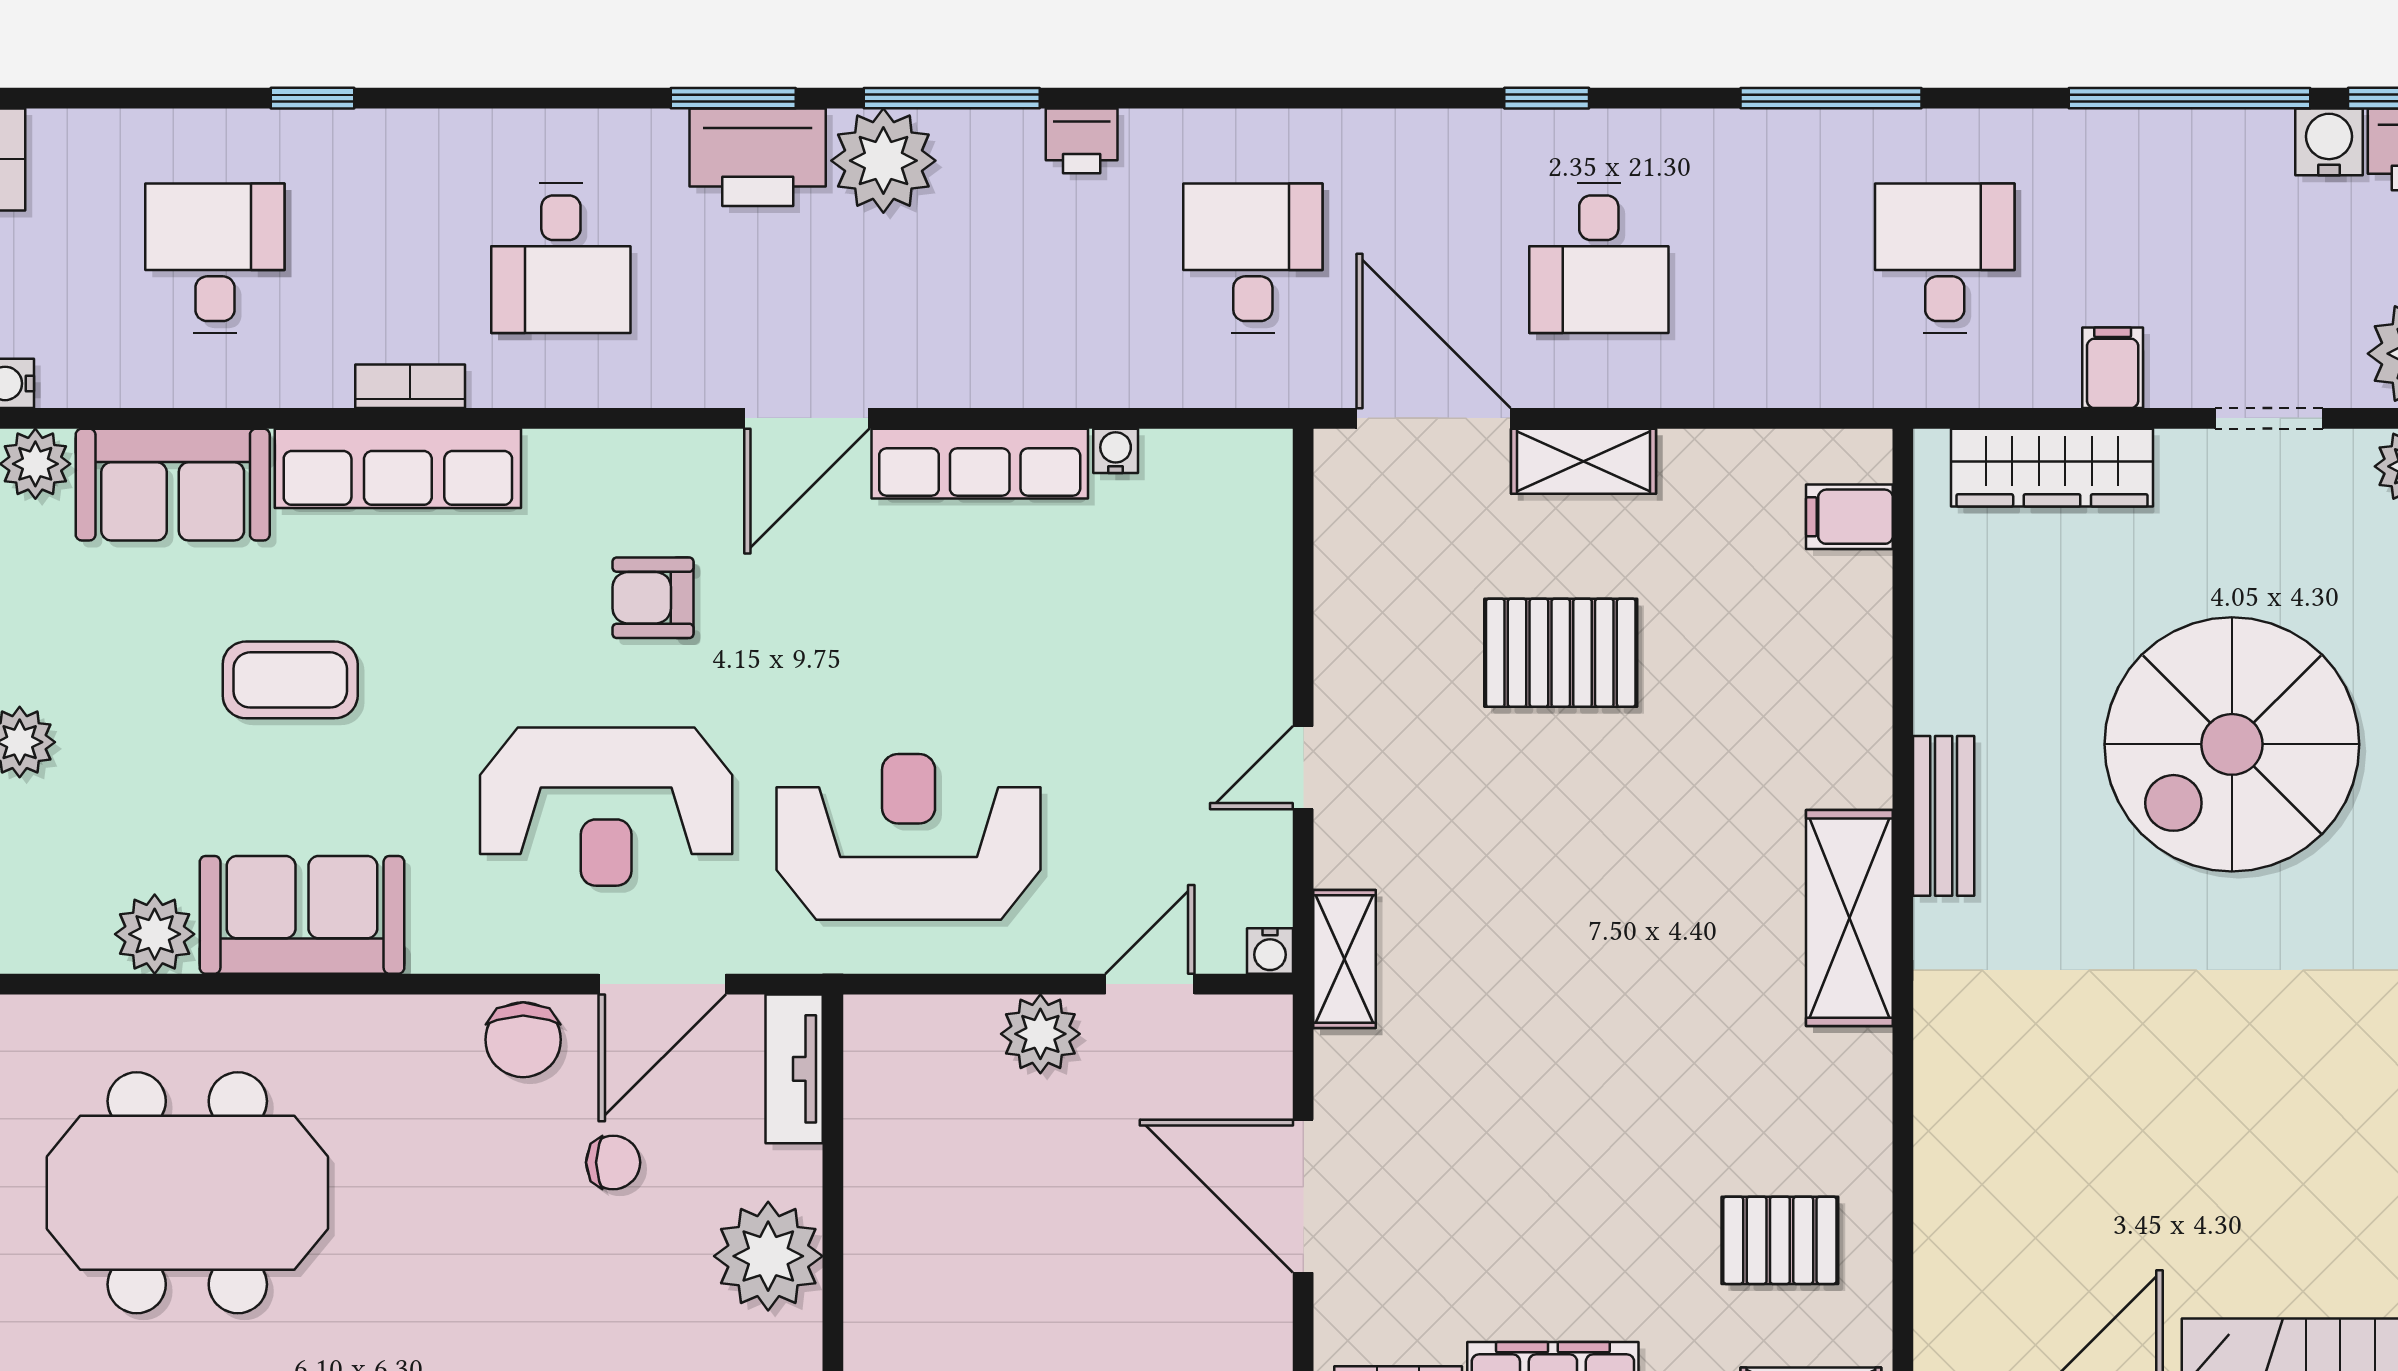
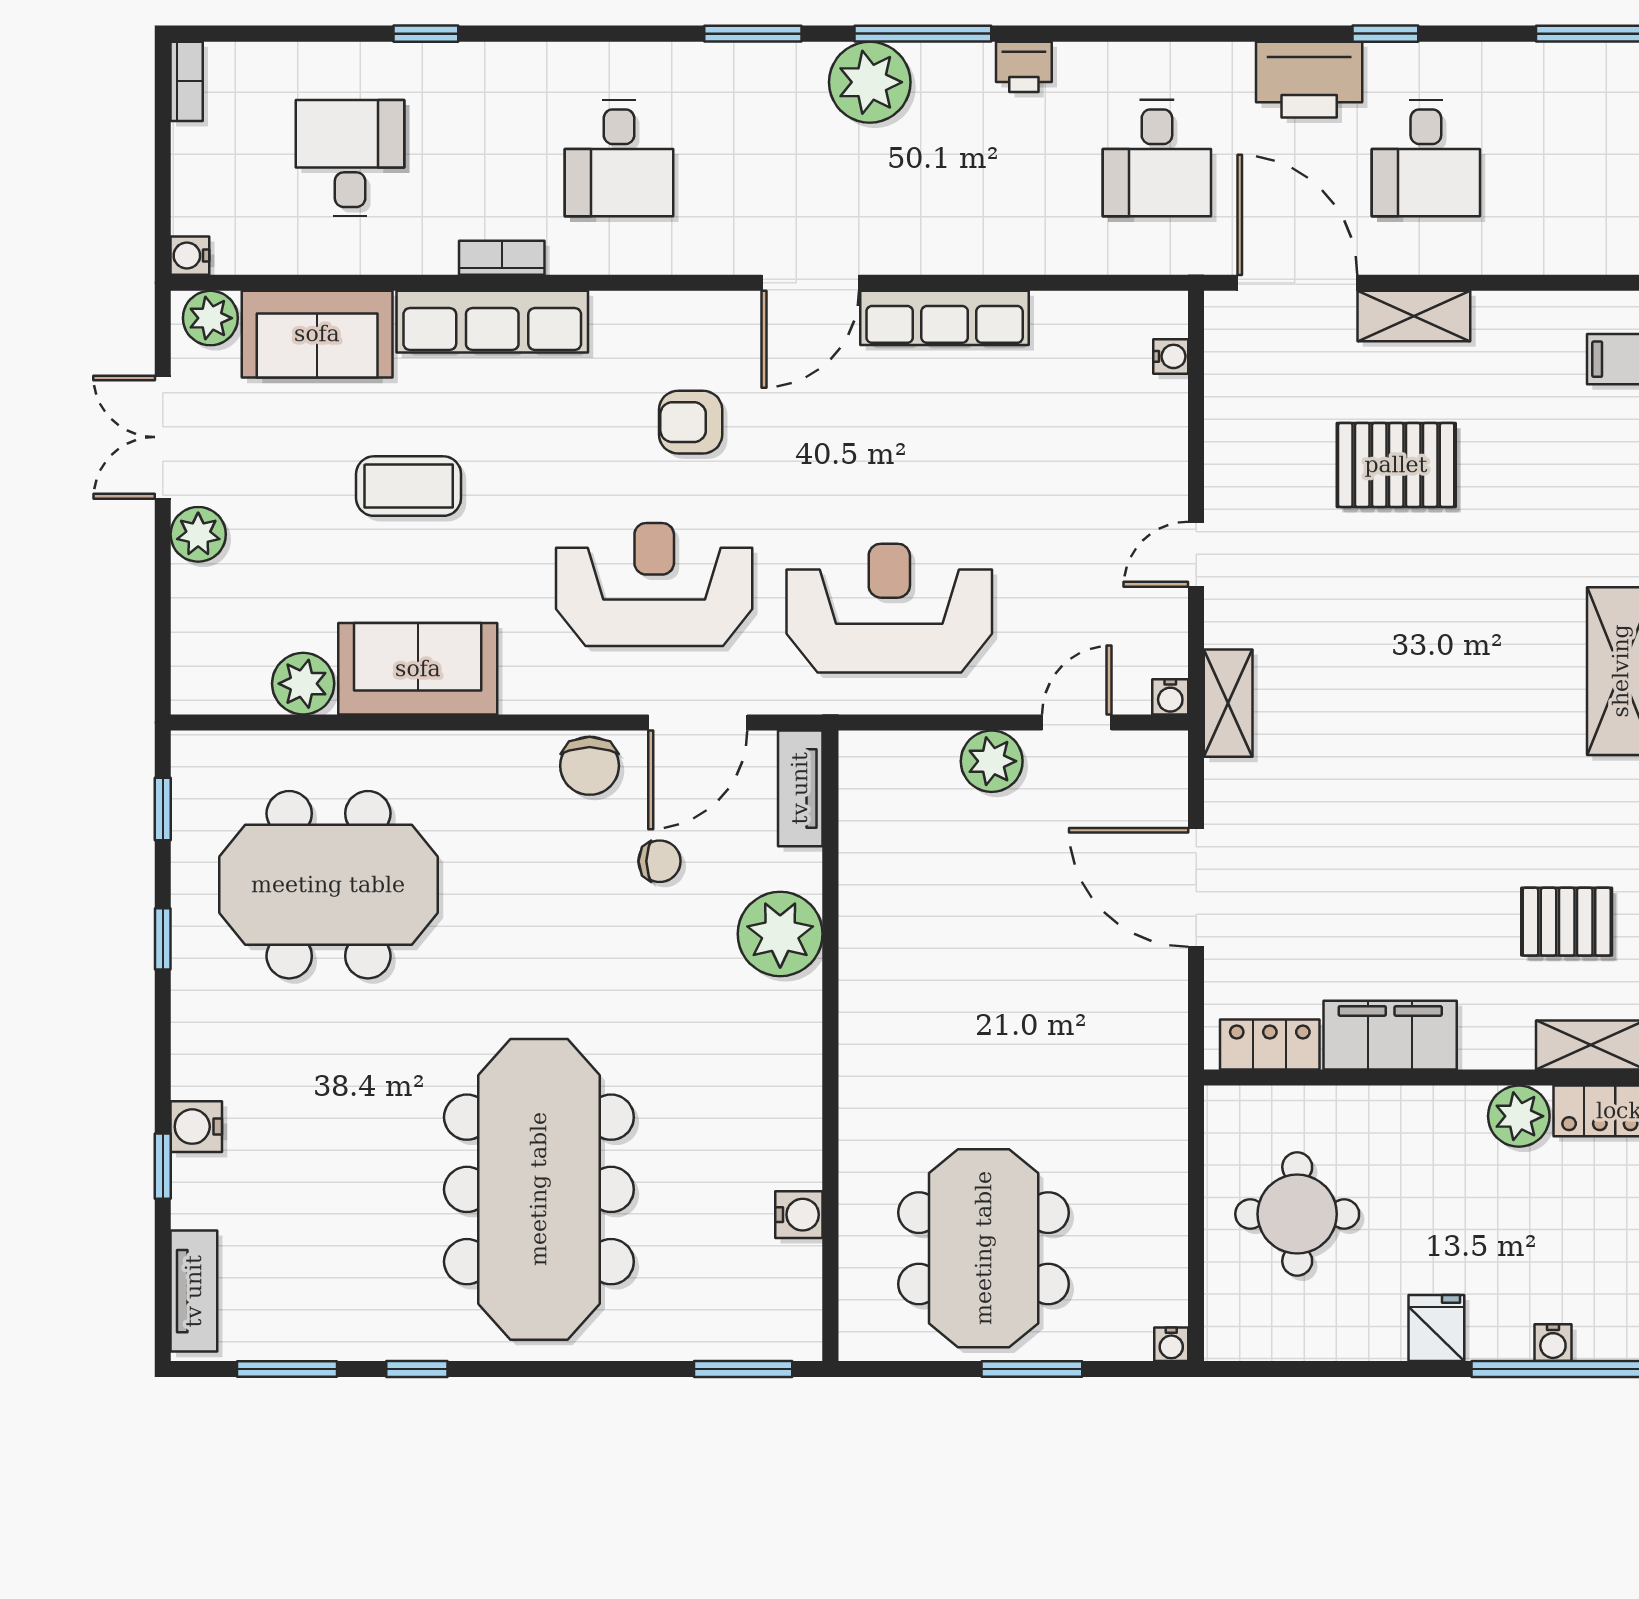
printer: (758, 157) -> (1309, 80), moved
desk: (1253, 258) -> (1157, 158), turned 180
water cooler: (1116, 451) -> (1171, 356), moved, turned 90
reception desk: (606, 807) -> (654, 585), turned 180

